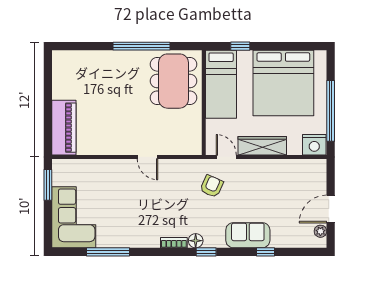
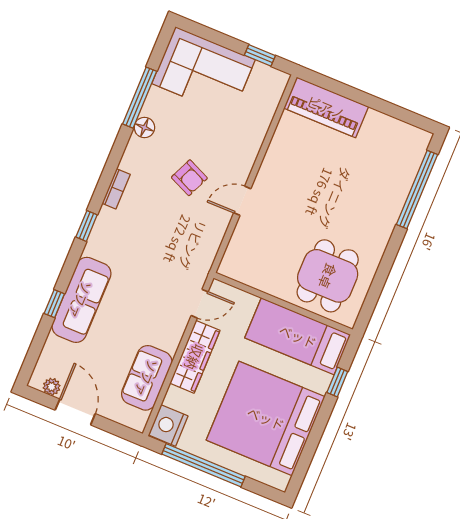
window: (141, 46) -> (417, 190), moved
dining table: (174, 81) -> (328, 276), width x0.73
sofa: (289, 172) -> (147, 378), added
window: (48, 185) -> (260, 55), width x0.67
armchair: (212, 186) -> (189, 178), moved
sofa: (248, 235) -> (81, 300), width x1.36
floor lamp: (196, 241) -> (144, 127), moved

